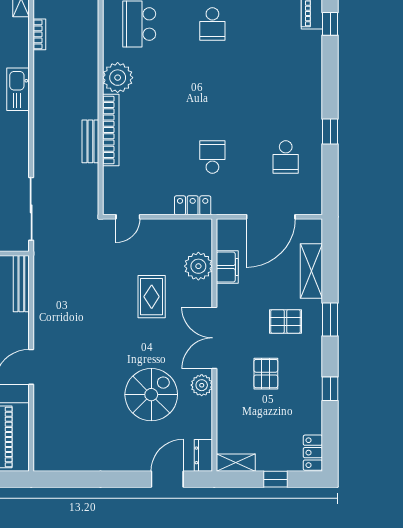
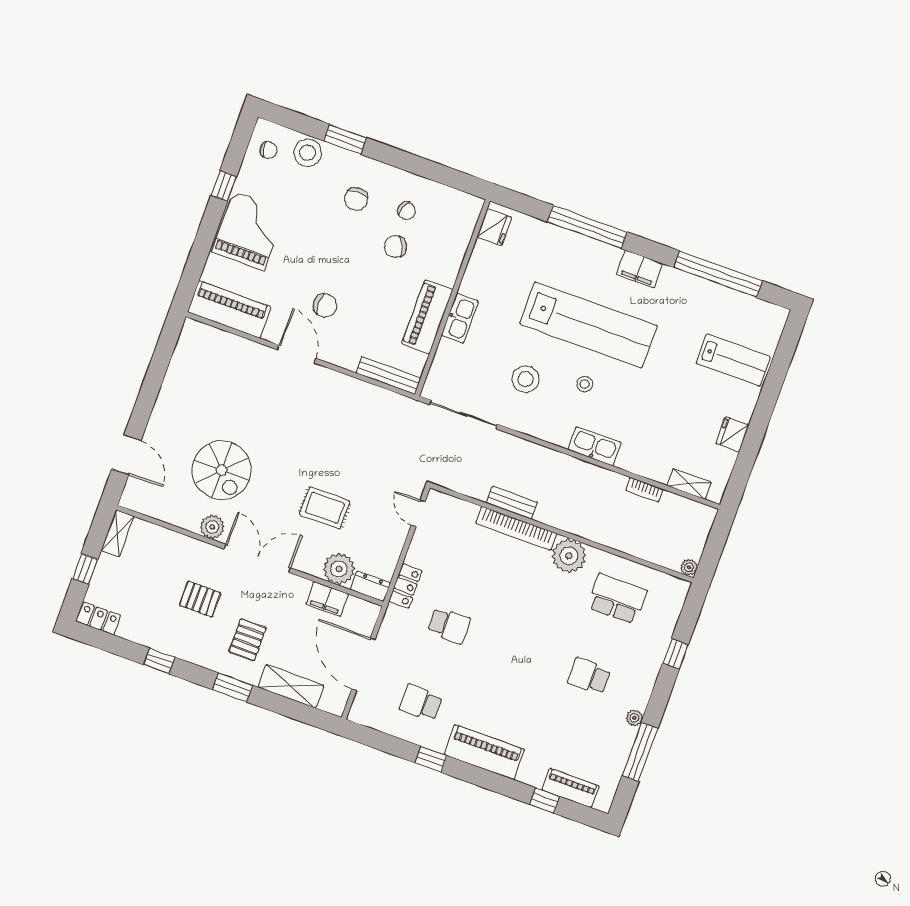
piano: (308, 89) -> (484, 752), added
dresser: (203, 455) -> (370, 586), moved

